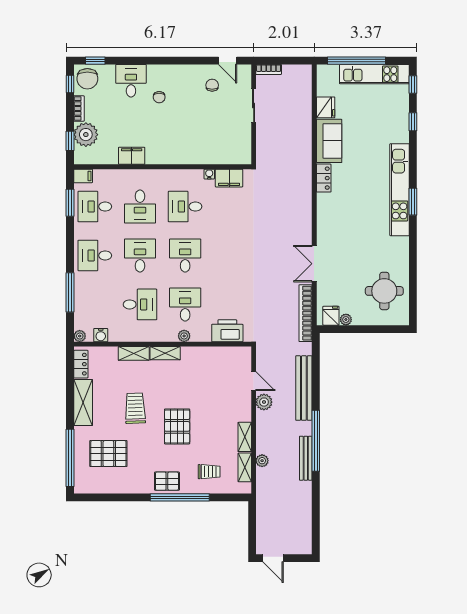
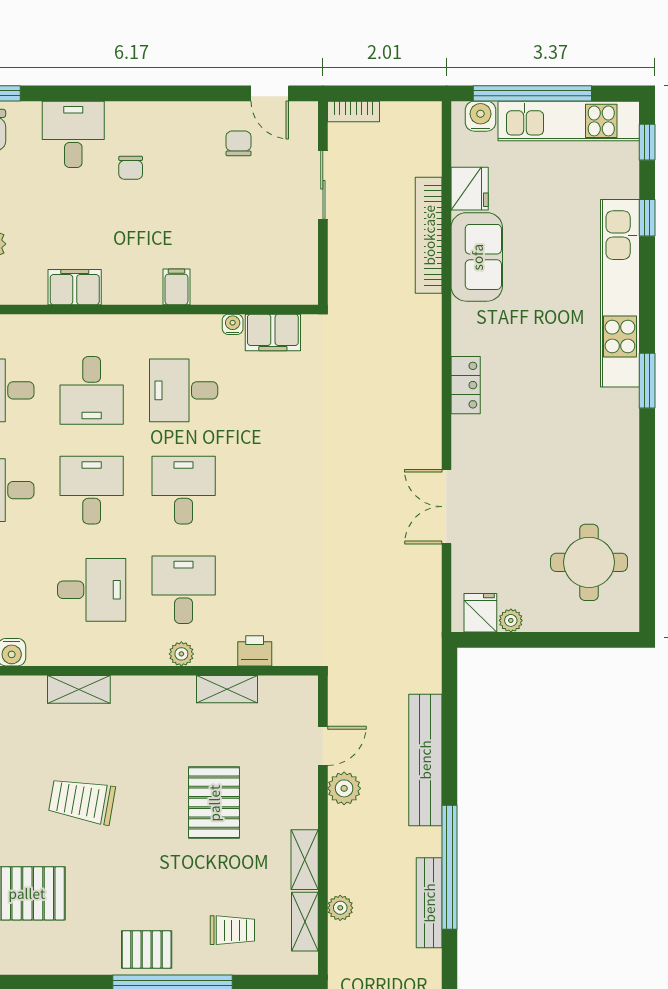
water cooler: (331, 72) -> (480, 116), added
filing cabinet: (182, 156) -> (177, 287), added
locker: (324, 178) -> (466, 385), moved
kitchen unit: (400, 190) -> (620, 293), moved
bookcase: (305, 313) -> (429, 235), moved
printer: (227, 331) -> (255, 651), width x0.53, depth x0.68
shelving: (165, 353) -> (227, 689), moved
door: (254, 381) -> (323, 746), hinge flipped
trolley: (135, 408) -> (82, 801), turned -78
pallet: (177, 426) -> (214, 803), moved

